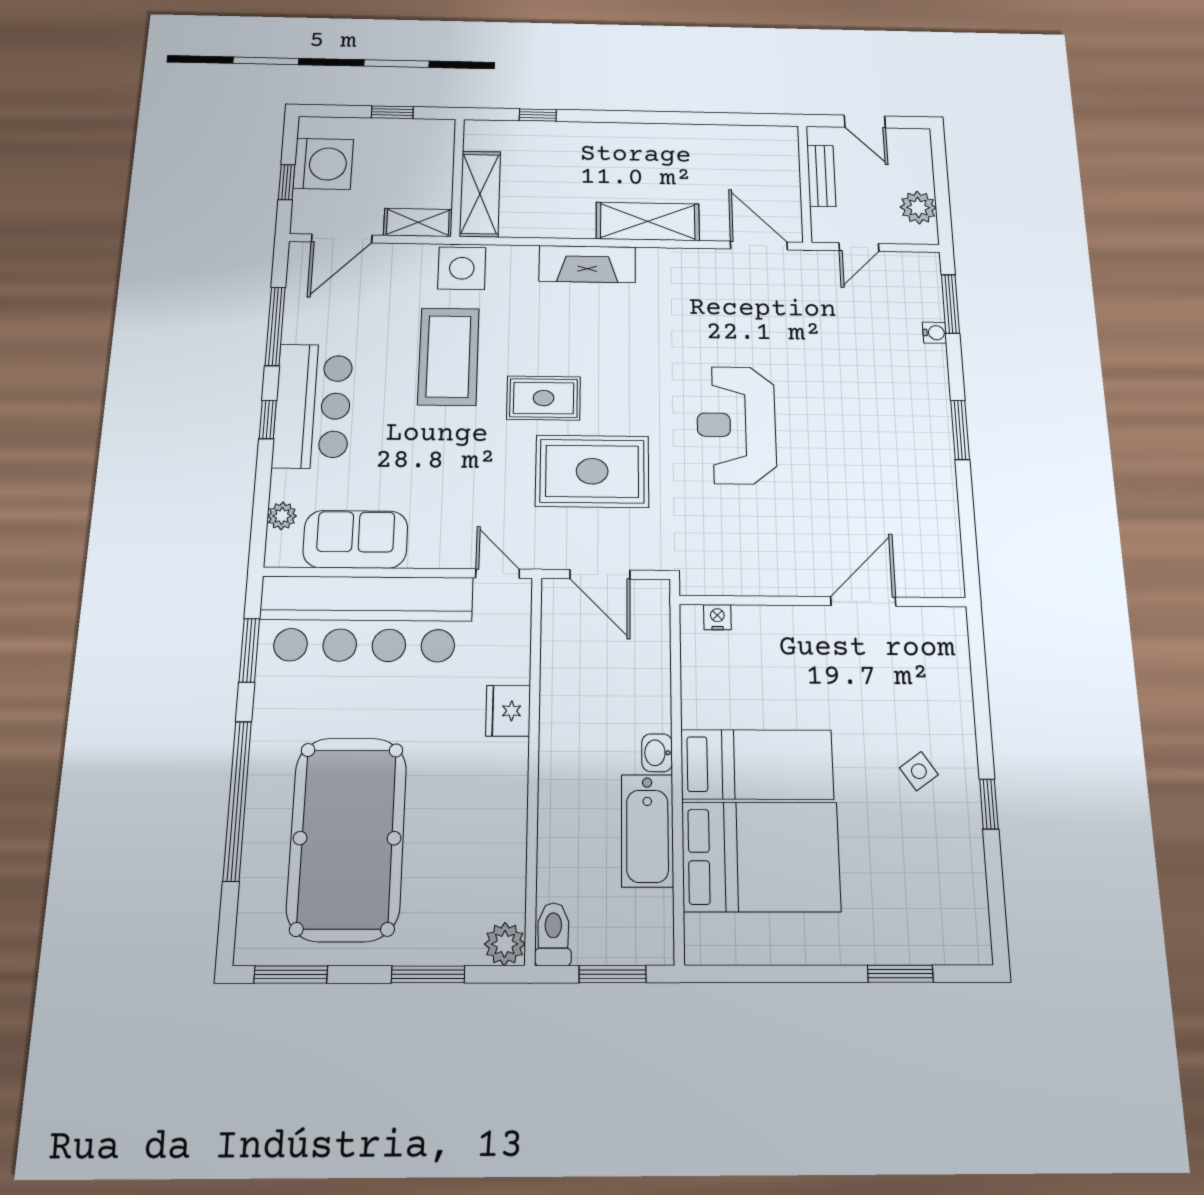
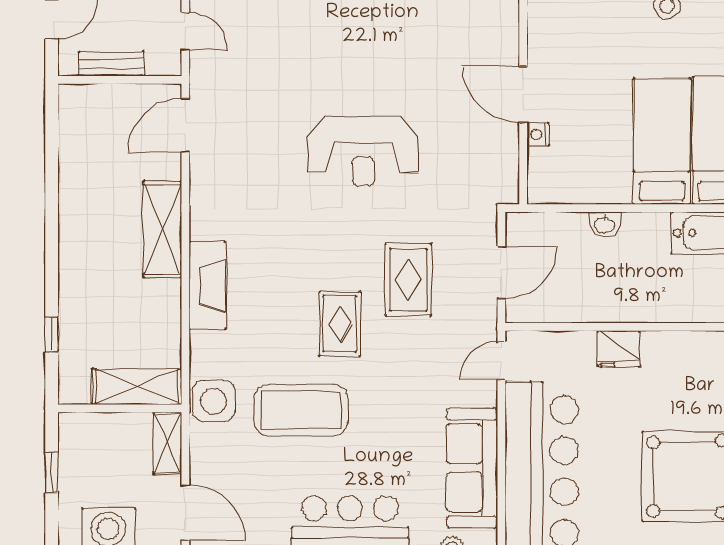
rug: (592, 471) -> (408, 280), width x0.73, depth x0.70
sofa: (355, 539) -> (472, 468), width x1.36
door: (863, 601) -> (523, 94), moved
nightstand: (717, 617) -> (538, 135), moved
washbasin: (657, 753) -> (605, 224), moved

